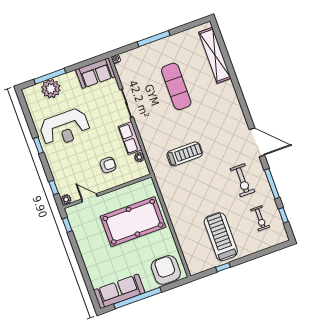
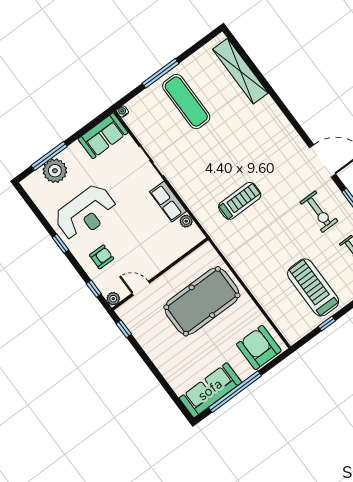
exercise mat: (176, 86) -> (186, 102), moved
armchair: (108, 165) -> (102, 257), moved

